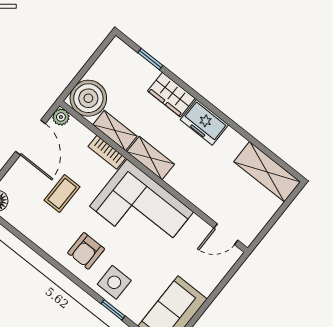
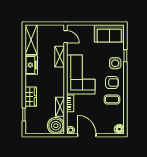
freezer: (204, 122) -> (31, 65), moved
door: (31, 138) -> (87, 135), hinge flipped
shelving: (151, 158) -> (60, 57), moved
coffee table: (62, 193) -> (112, 100), moved

